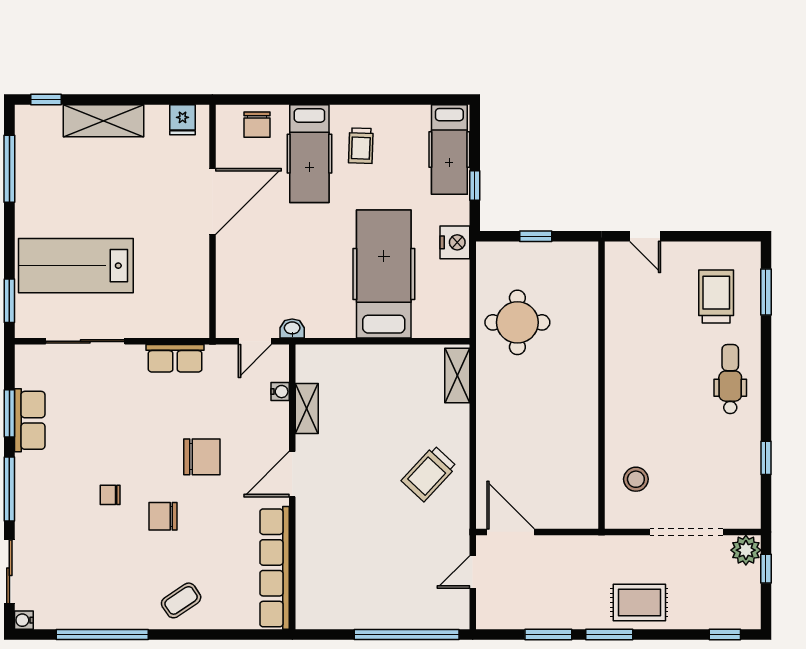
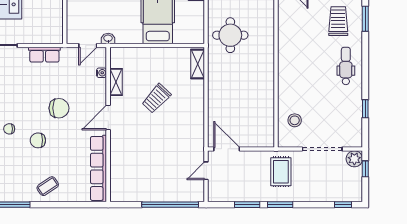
trolley: (429, 474) -> (156, 98), moved
rug: (639, 603) -> (281, 172), moved, turned 90

